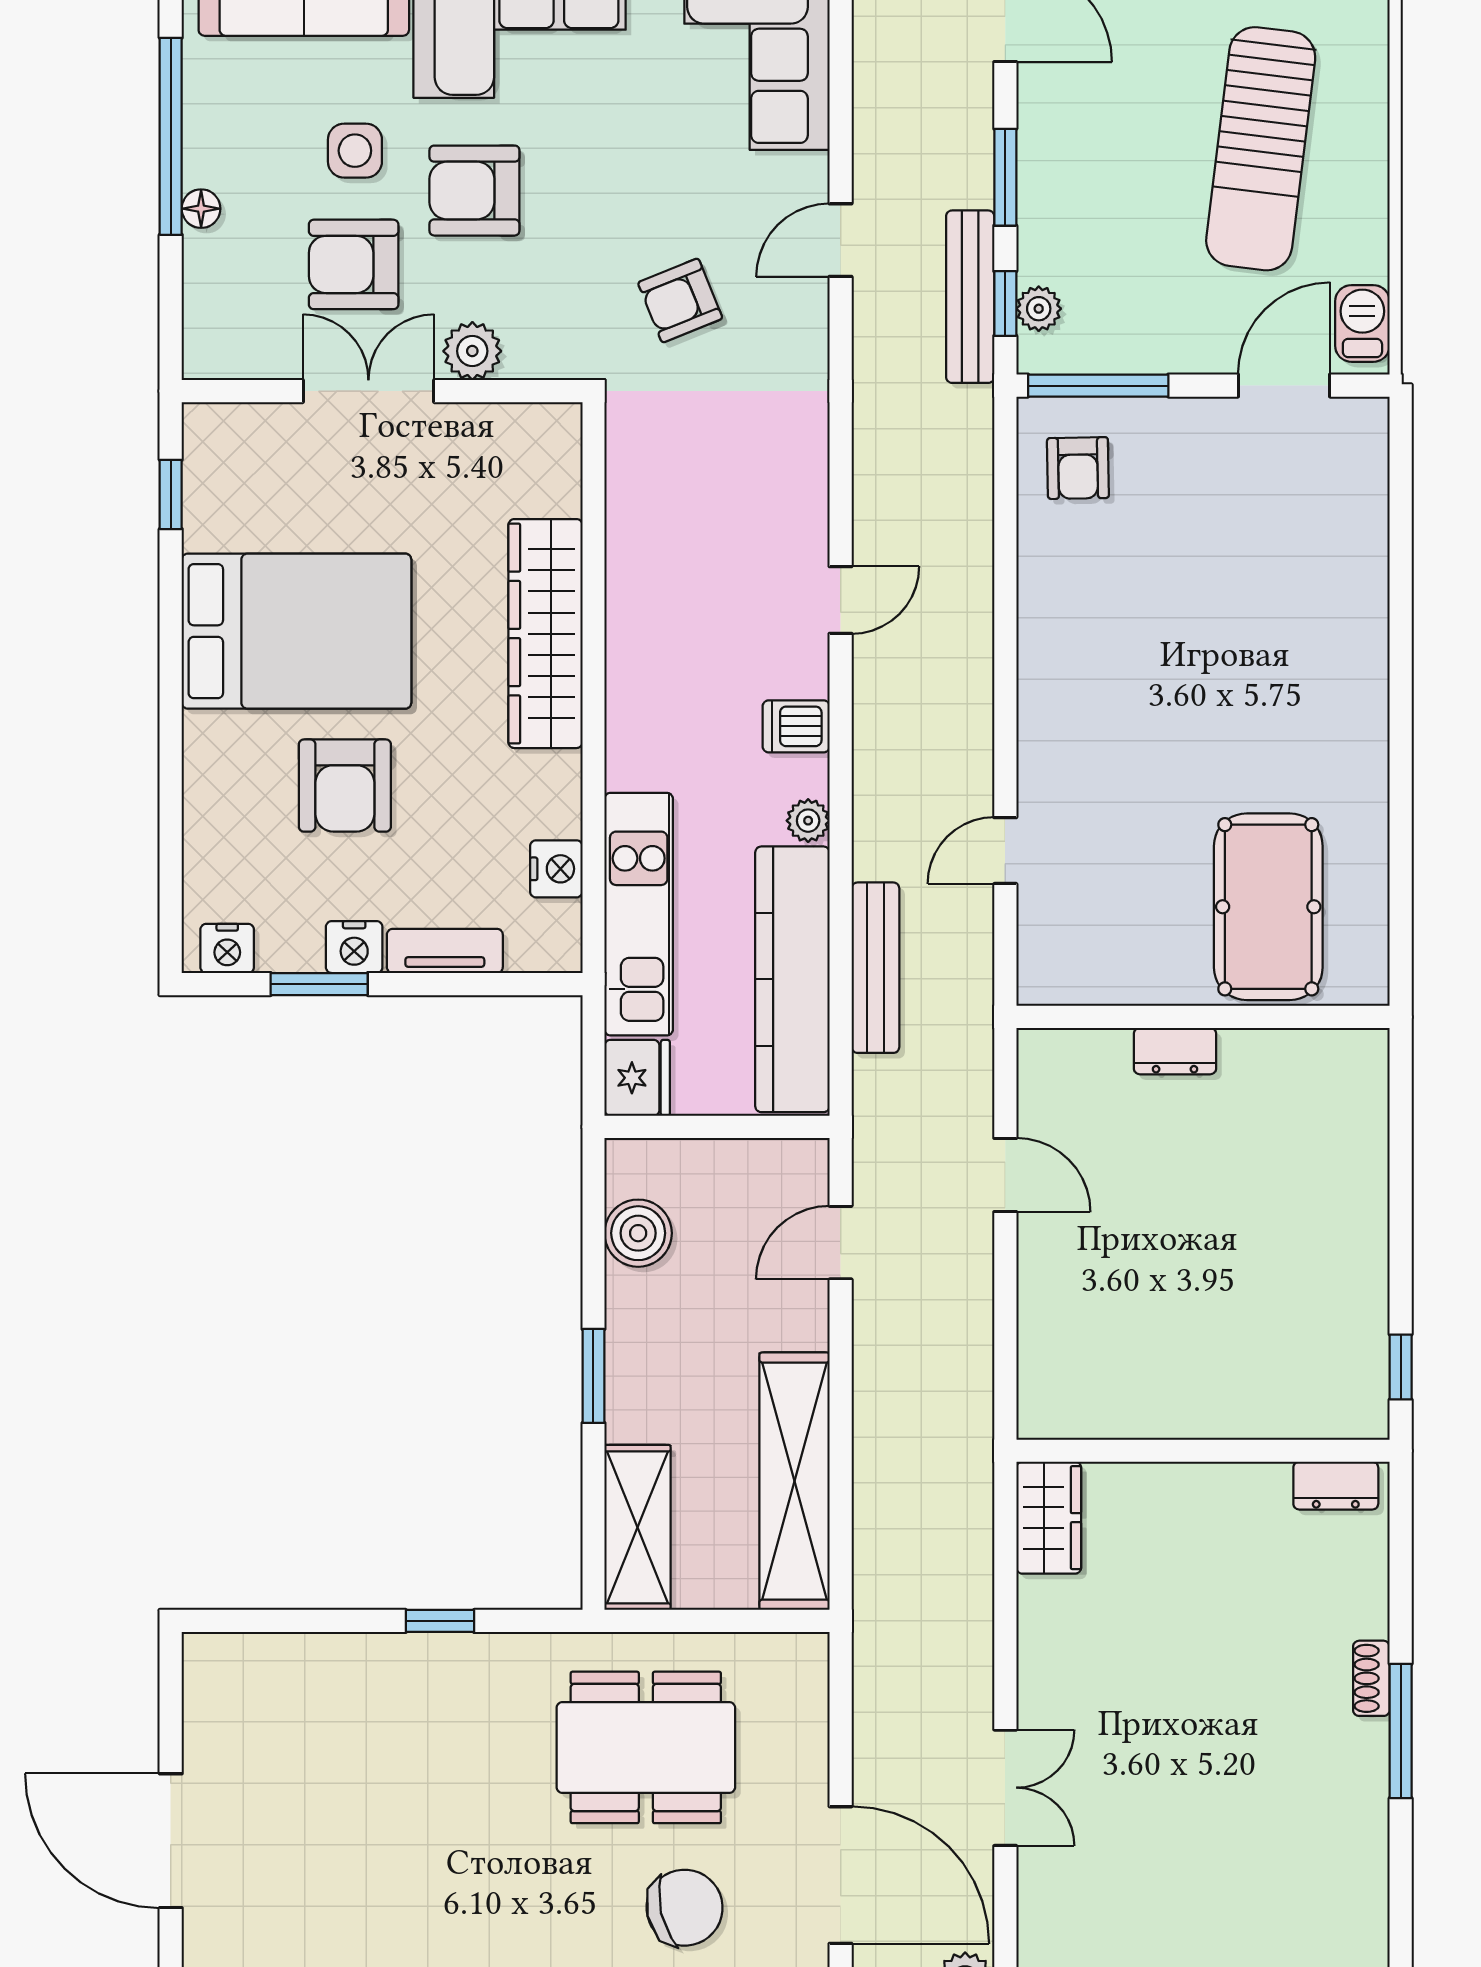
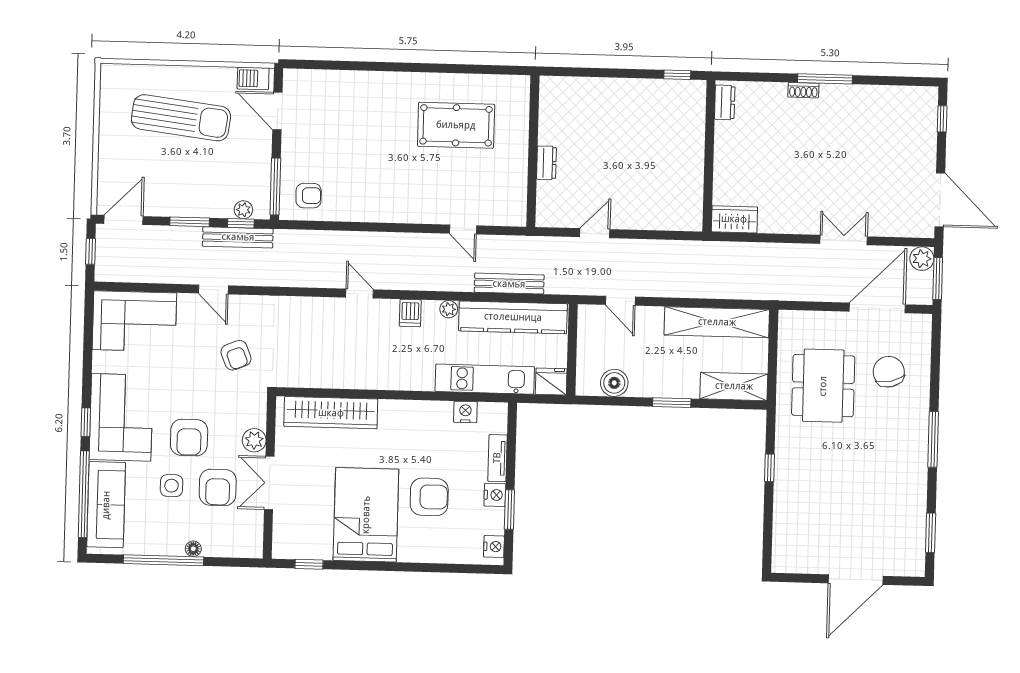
wardrobe: (545, 634) -> (331, 413), moved
pool table: (1268, 907) -> (456, 125), moved

